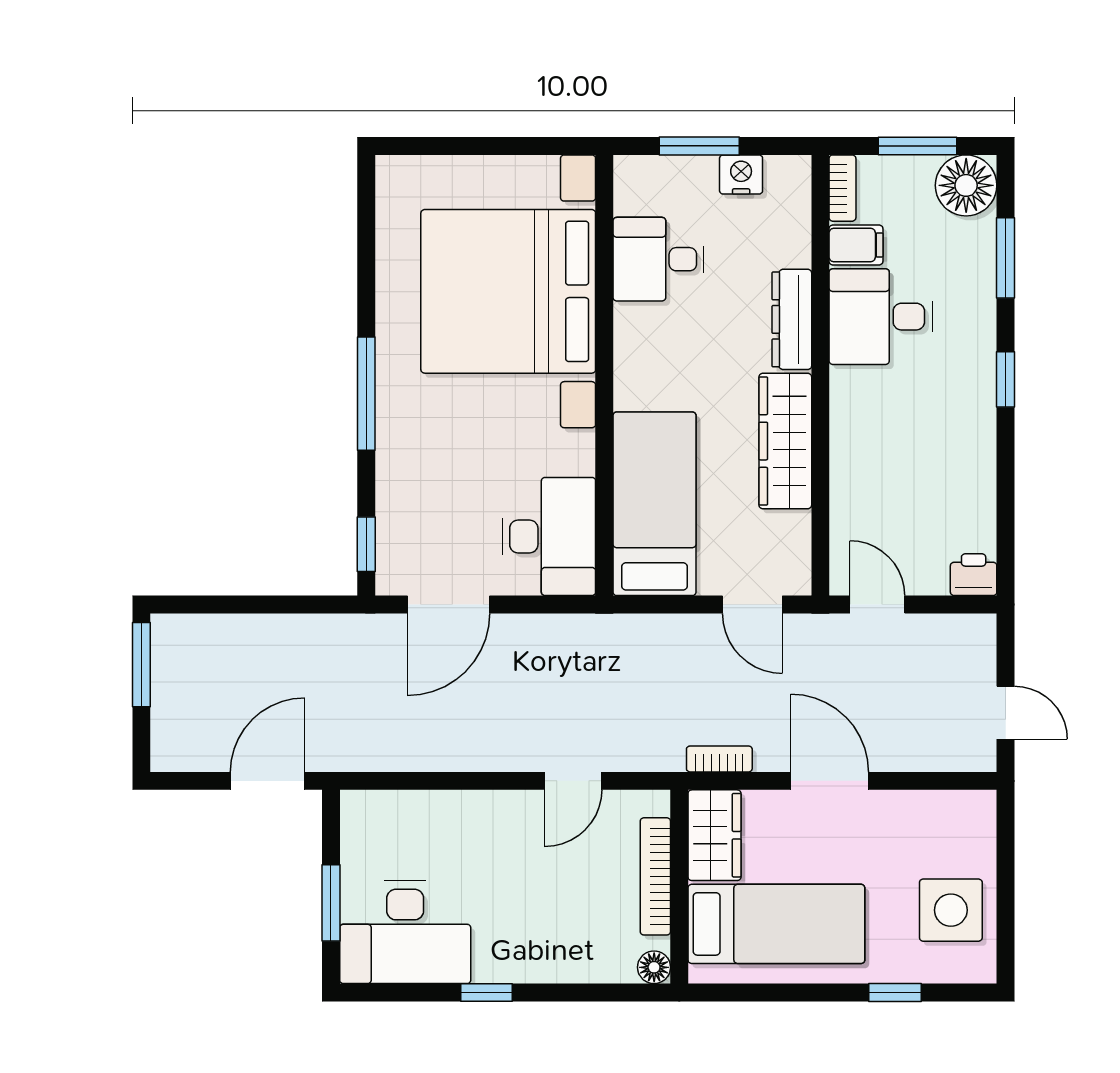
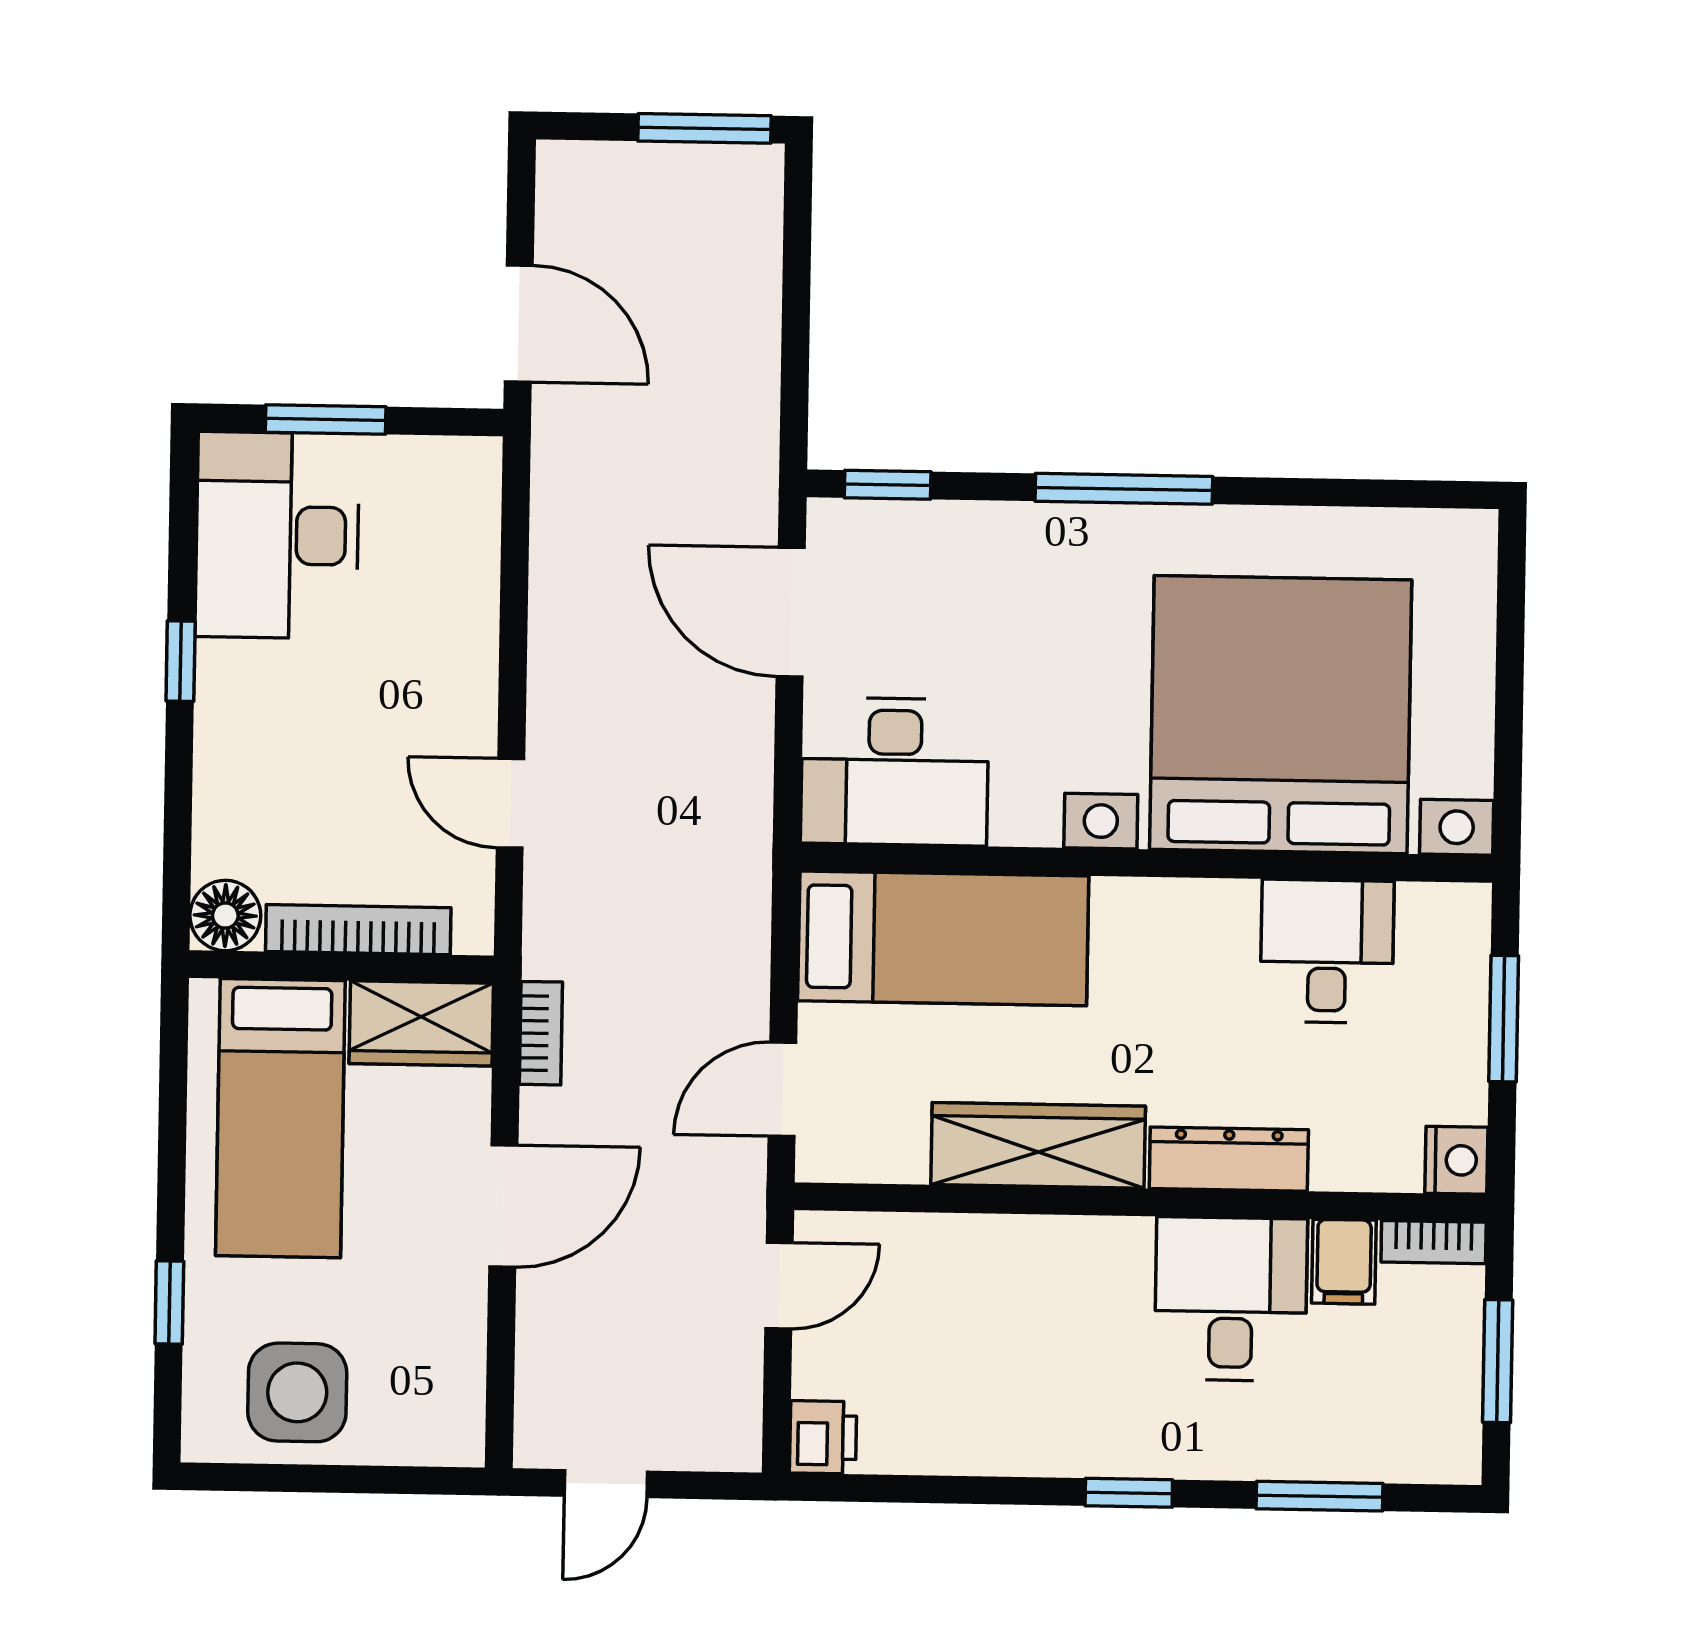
nightstand: (741, 174) -> (1456, 1160), moved
floor lamp: (966, 185) -> (1434, 1436), removed
floor lamp: (654, 967) -> (225, 916), width x1.37, depth x1.37

